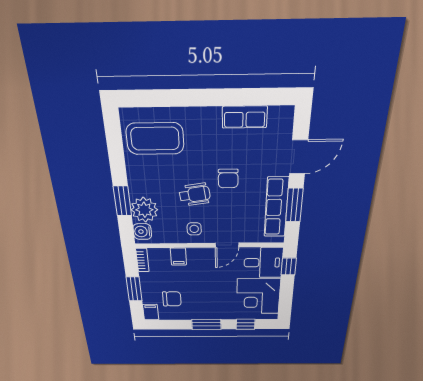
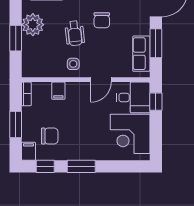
wheelchair: (195, 195) -> (75, 33), turned 92
row of seats: (276, 207) -> (141, 54), width x0.68
plant: (144, 210) -> (33, 25), moved
water cooler: (142, 232) -> (29, 66), removed
window: (246, 324) -> (45, 166), moved

